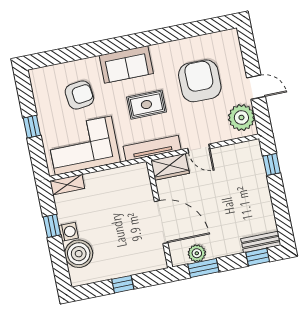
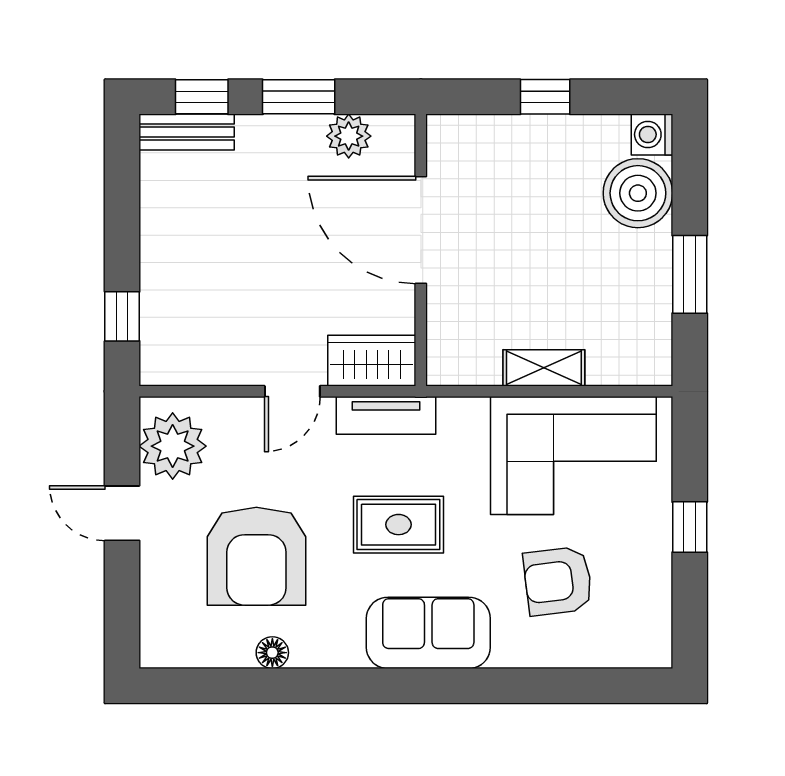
floor lamp: (186, 44) -> (272, 653), added
tv unit: (152, 148) -> (386, 415), width x0.71
door: (199, 149) -> (292, 391), swing flipped
shelving: (67, 185) -> (544, 368), moved
window: (52, 226) -> (690, 274), width x1.50
washing machine: (69, 232) -> (652, 134), moved
window: (203, 268) -> (299, 97), moved

